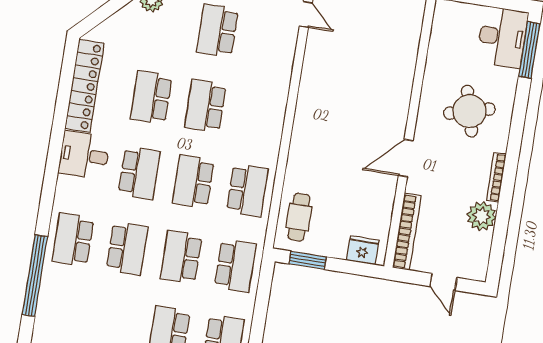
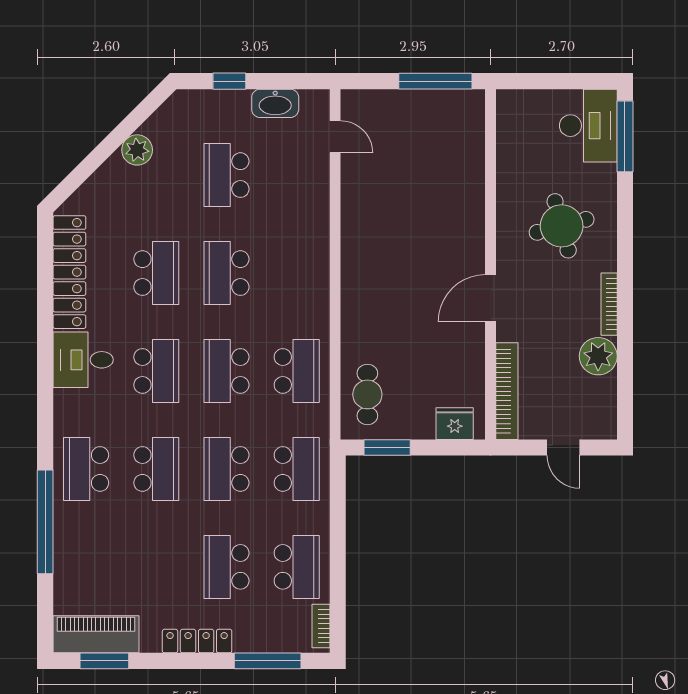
school desk: (151, 97) -> (156, 273), turned 180

